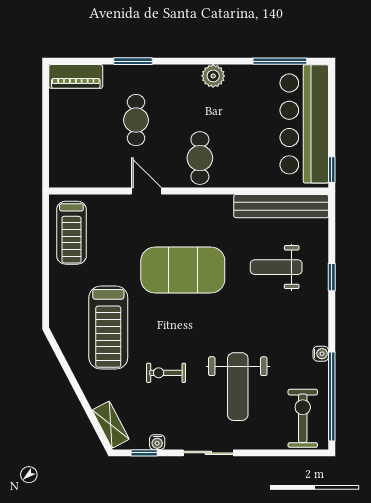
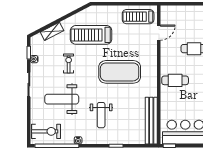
door: (146, 191) -> (159, 33), moved
weight bench: (276, 267) -> (101, 115), moved, turned 180
exercise mat: (183, 270) -> (120, 72), turned 90
shelving: (111, 425) -> (52, 31), moved

